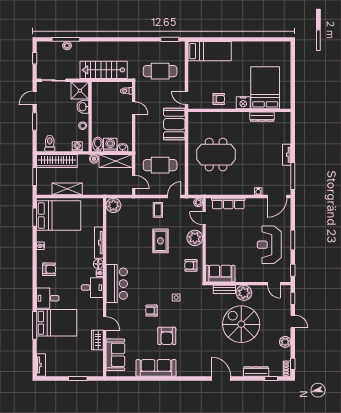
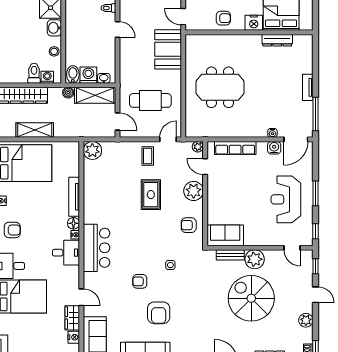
toilet: (50, 143) -> (34, 73), moved
water cooler: (260, 203) -> (274, 148), added
nightstand: (99, 355) -> (74, 337), added

